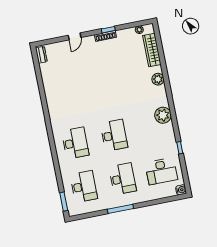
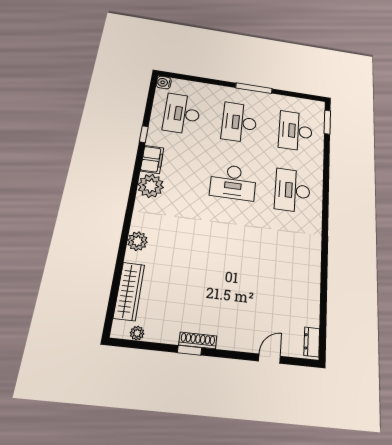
door: (75, 36) -> (269, 359), moved
filing cabinet: (168, 133) -> (152, 159), added
desk: (114, 135) -> (233, 182), turned -90
desk: (161, 171) -> (182, 114), turned -90

